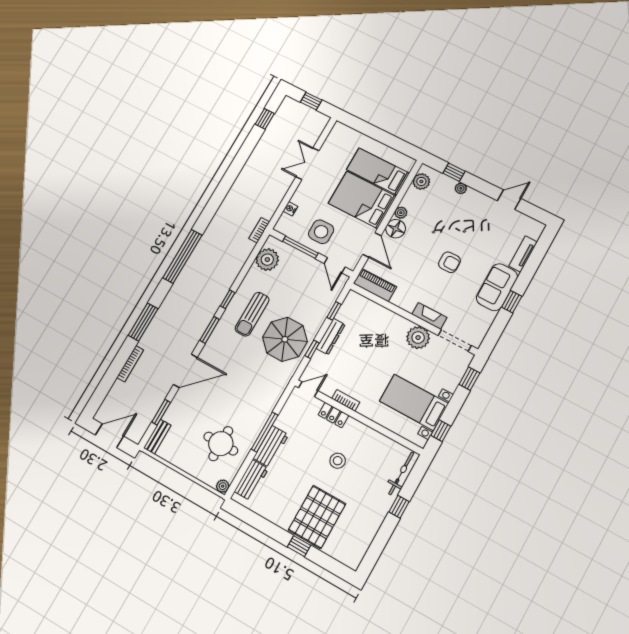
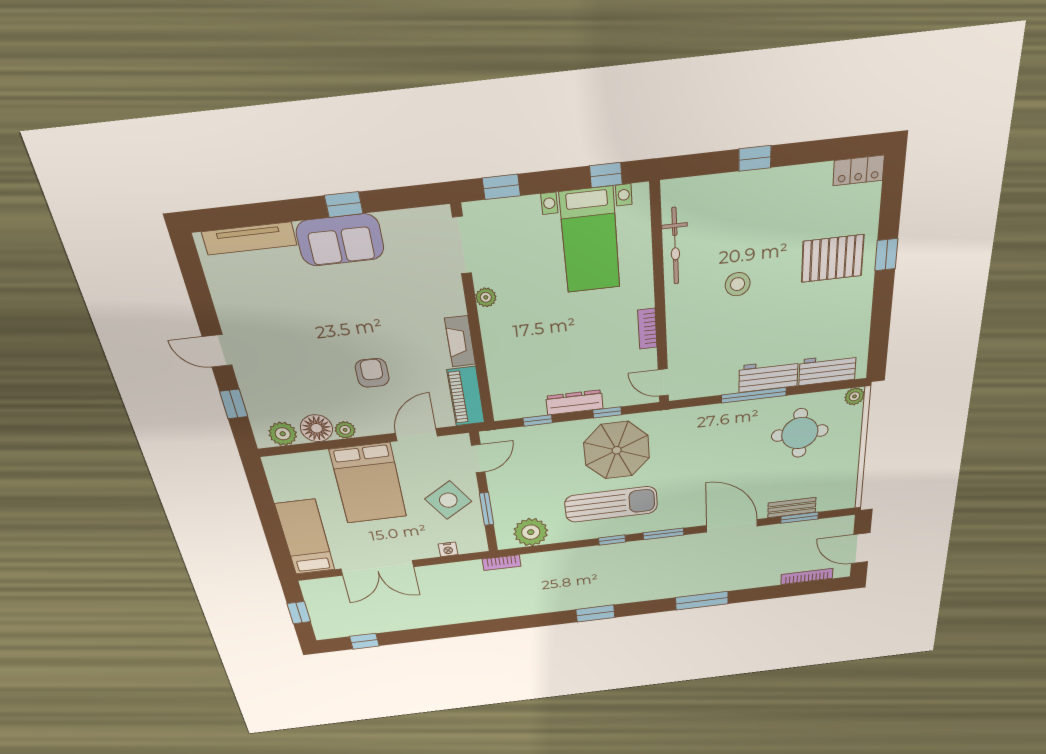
double door: (307, 164) -> (377, 568), width x1.37
bed: (378, 171) -> (305, 537), moved, turned 180
plant: (461, 188) -> (247, 381), removed
door: (509, 200) -> (217, 351), moved
floor lamp: (396, 229) -> (316, 428), moved
side table: (321, 232) -> (448, 500), turned -33
window: (300, 247) -> (487, 509), width x0.69
tv unit: (523, 254) -> (249, 238), width x1.41
window: (182, 256) -> (595, 613), width x0.47
armchair: (449, 262) -> (372, 373), moved
sun lounger: (252, 314) -> (611, 504), width x1.36, depth x1.34
fireplace: (429, 316) -> (460, 341), moved
plant: (418, 338) -> (486, 297), width x0.53, depth x0.53
bookcase: (130, 364) -> (807, 576), moved
locker: (333, 415) -> (859, 170), moved, turned 90
bench: (157, 437) -> (792, 508), moved
bicycle: (401, 473) -> (675, 246), moved, turned -90
pallet: (317, 517) -> (833, 259), width x0.73, depth x0.71

